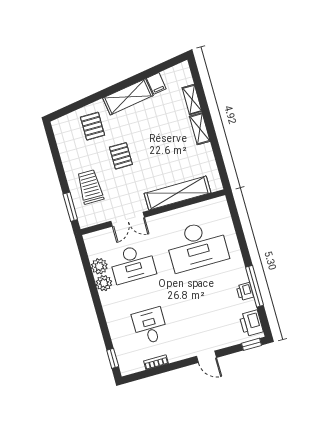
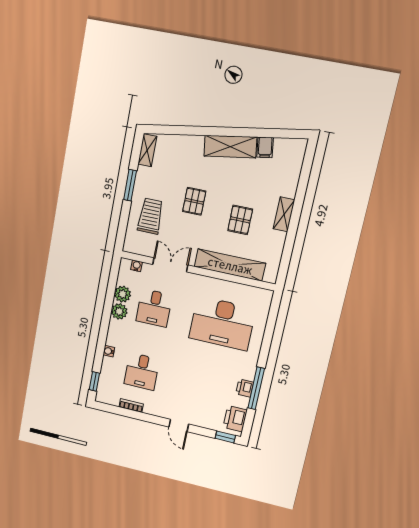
shelving: (192, 100) -> (147, 150), moved
pallet: (92, 126) -> (240, 220), moved
window: (70, 207) -> (130, 185), moved
double door: (128, 219) -> (170, 265), swing flipped
water cooler: (99, 235) -> (137, 266), added
desk: (133, 264) -> (154, 308), width x0.73
water cooler: (112, 324) -> (109, 351), added
desk: (150, 326) -> (142, 371), turned 180

